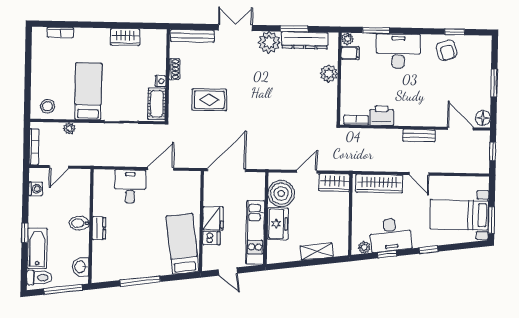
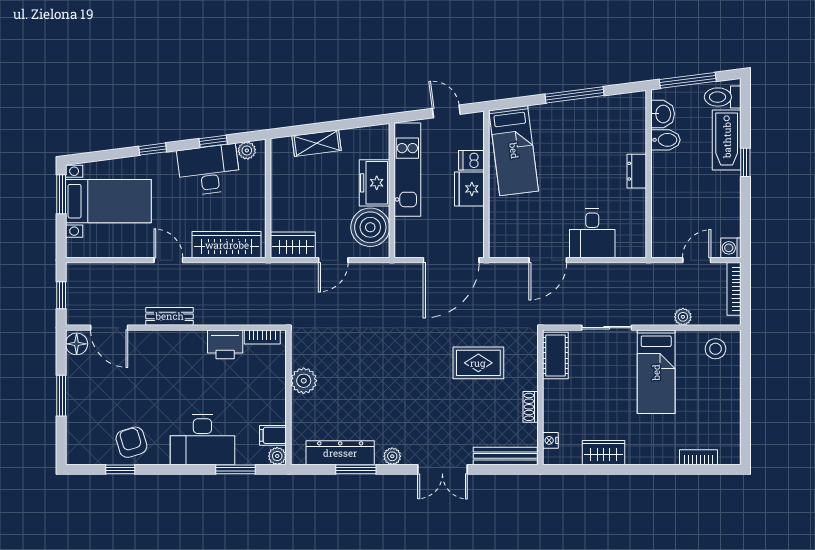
plant: (269, 42) -> (392, 456), width x0.53, depth x0.53
plant: (329, 74) -> (304, 381), moved
nightstand: (161, 81) -> (550, 440), moved
washing machine: (36, 189) -> (731, 248), moved
bidet: (79, 223) -> (665, 140), moved

